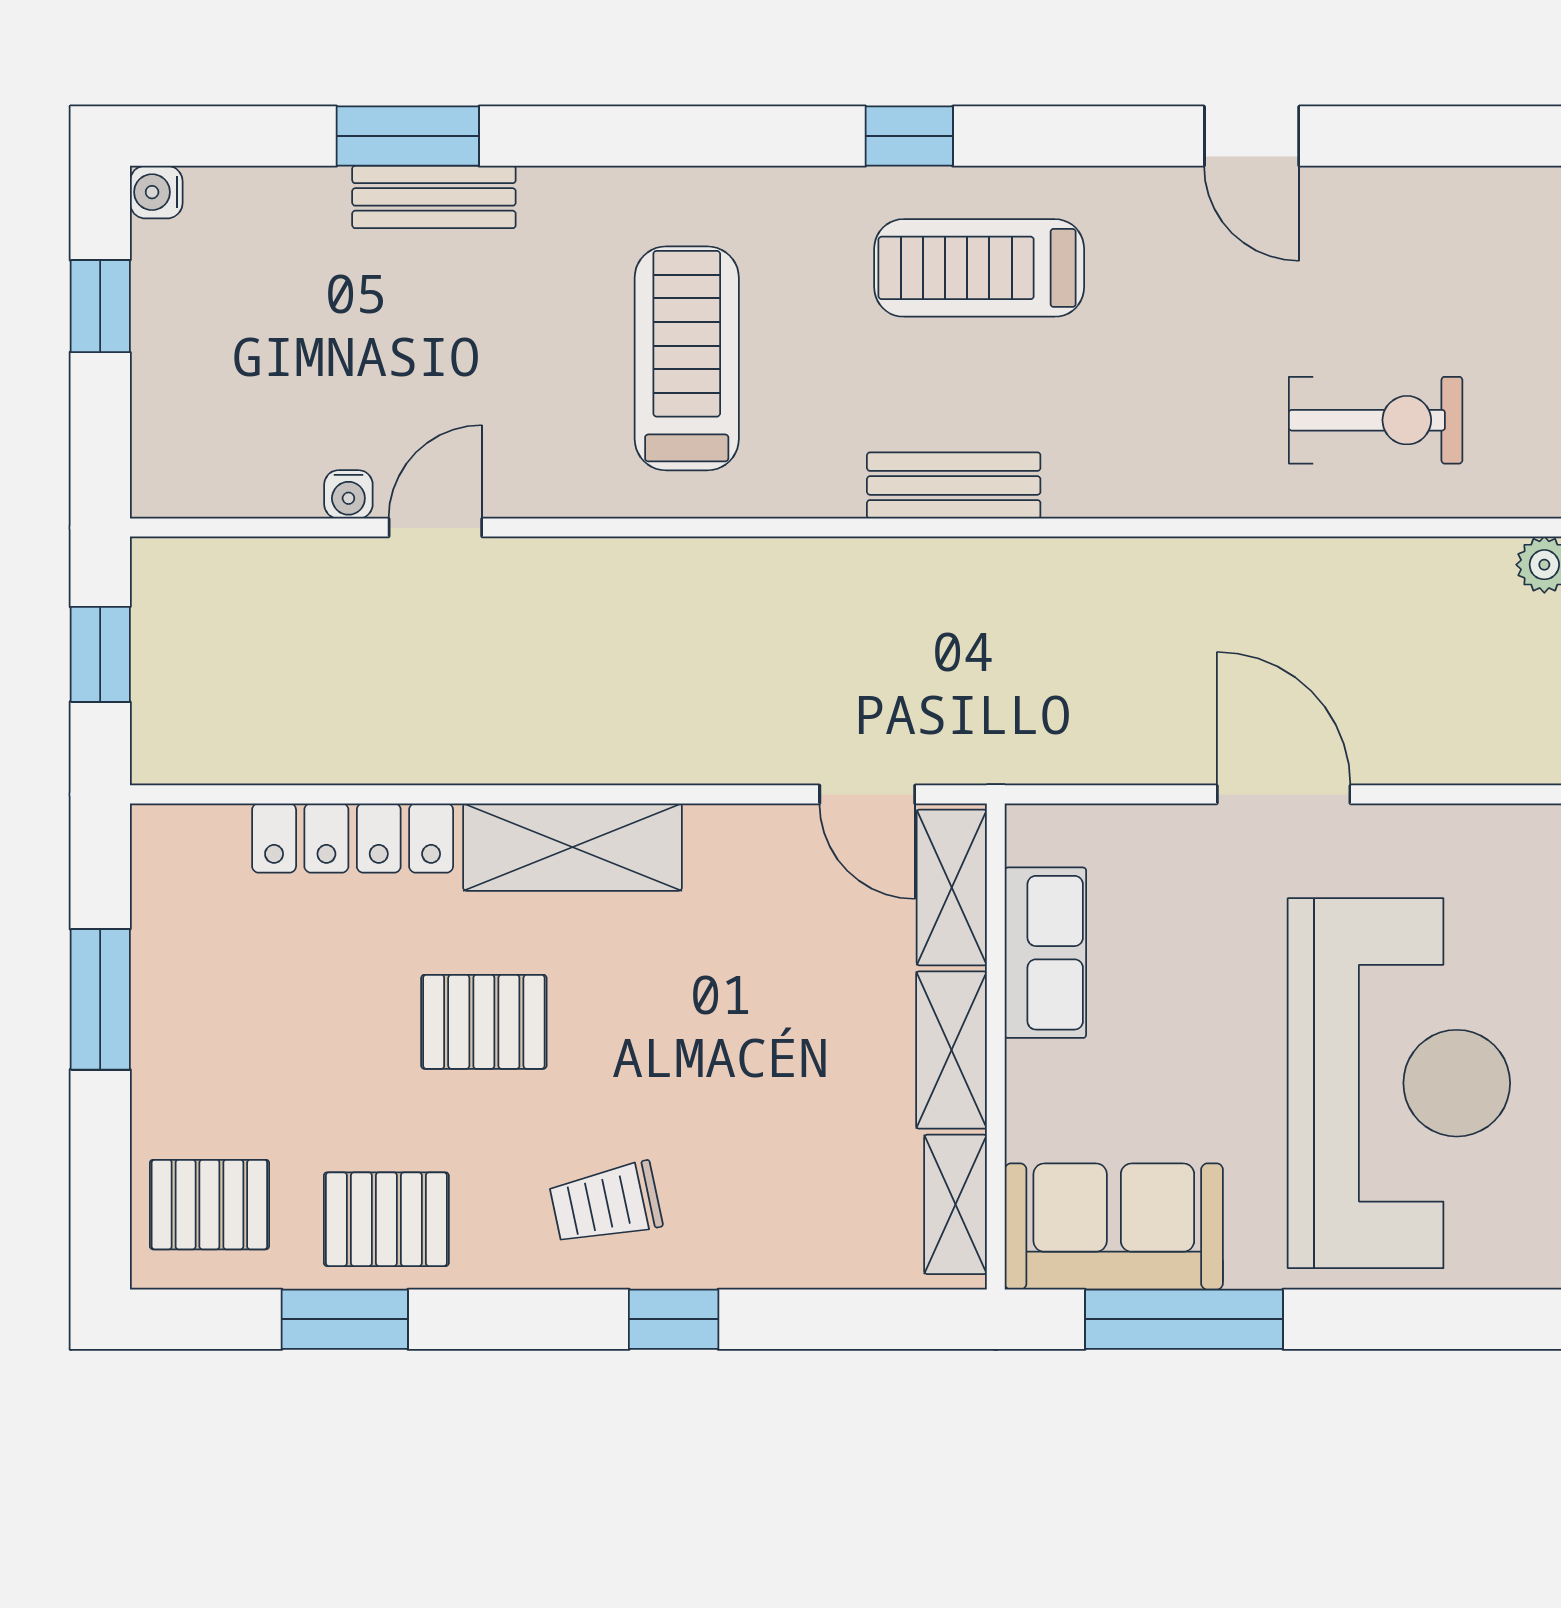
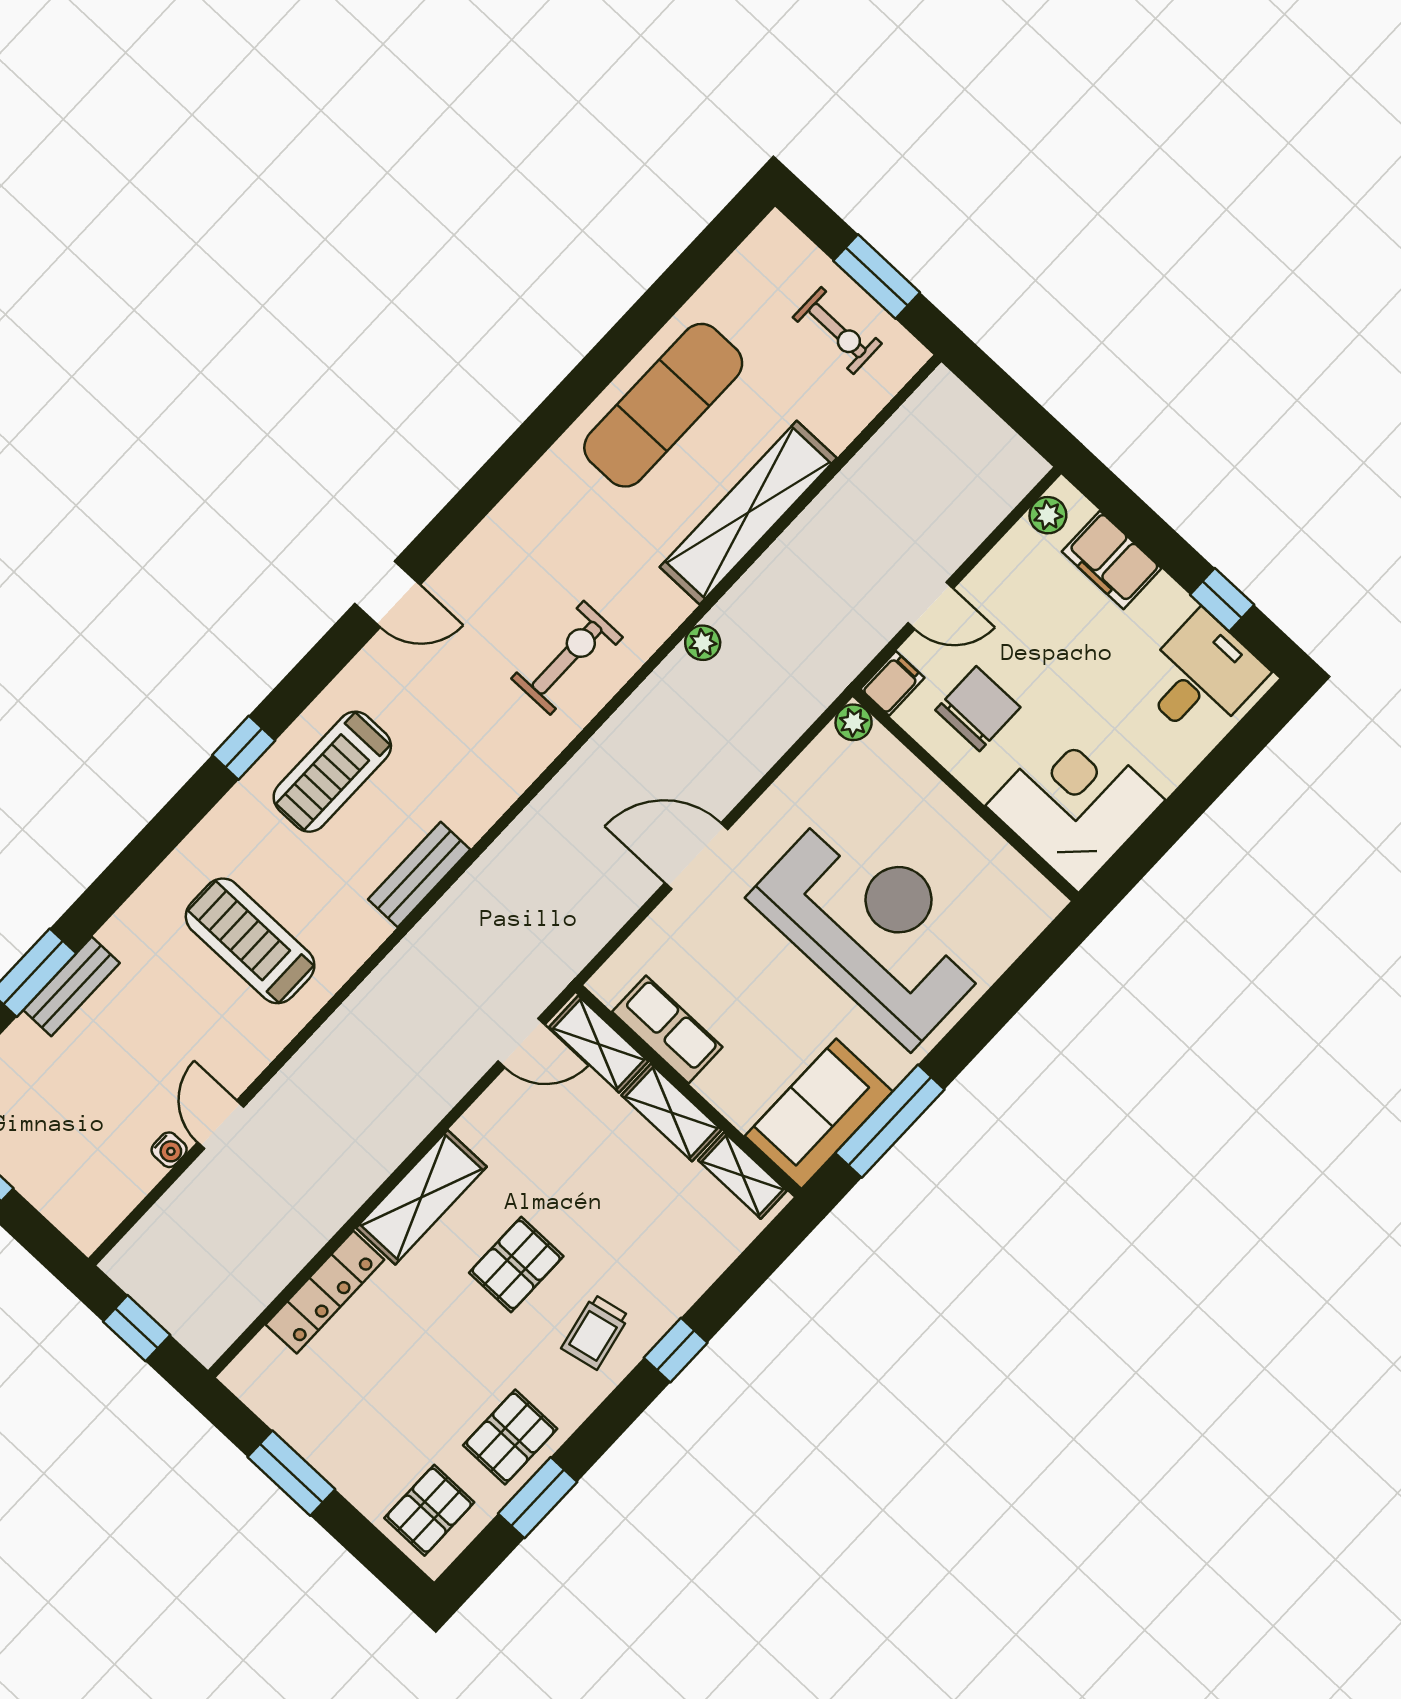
pallet: (484, 1022) -> (516, 1265), moved

